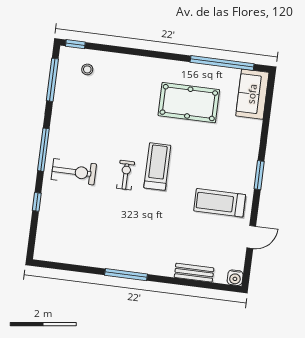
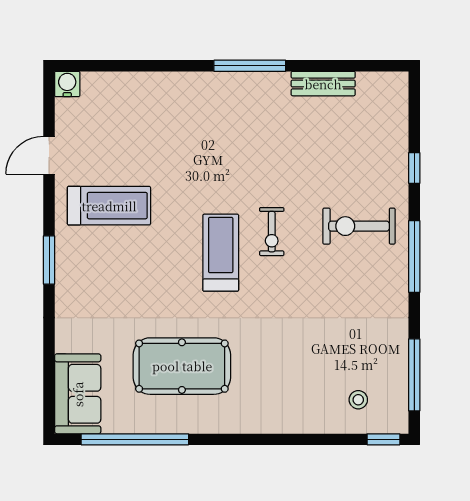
treadmill: (157, 167) -> (221, 253), turned 180
bench: (194, 273) -> (323, 84), moved

